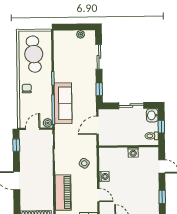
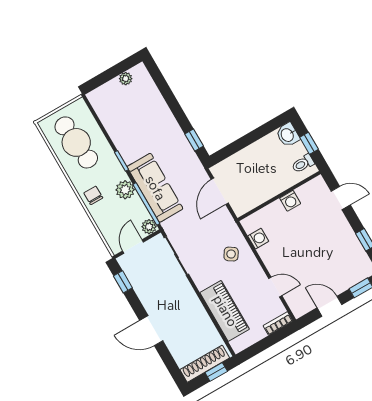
sliding door: (99, 57) -> (168, 96), removed
plant: (46, 95) -> (125, 190), added
sliding door: (131, 106) -> (251, 137), removed
washing machine: (104, 176) -> (258, 239), moved

